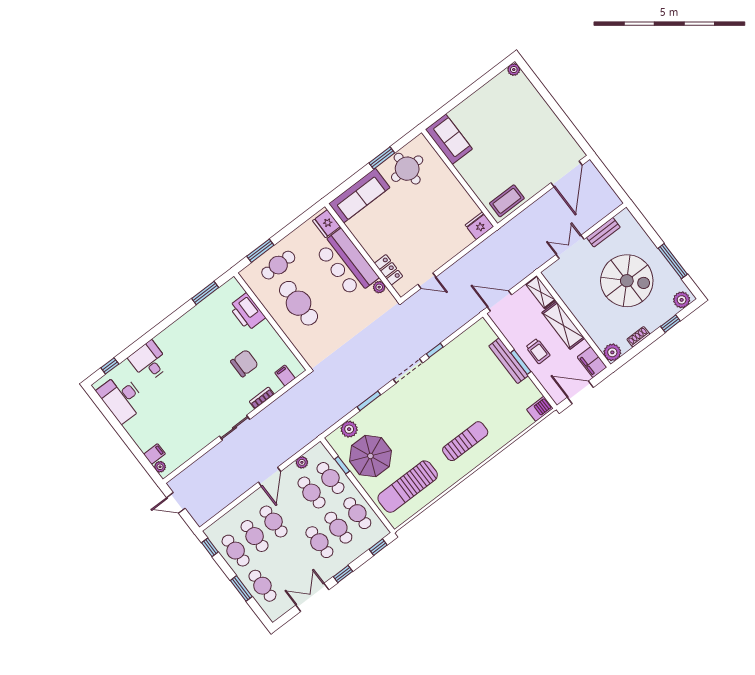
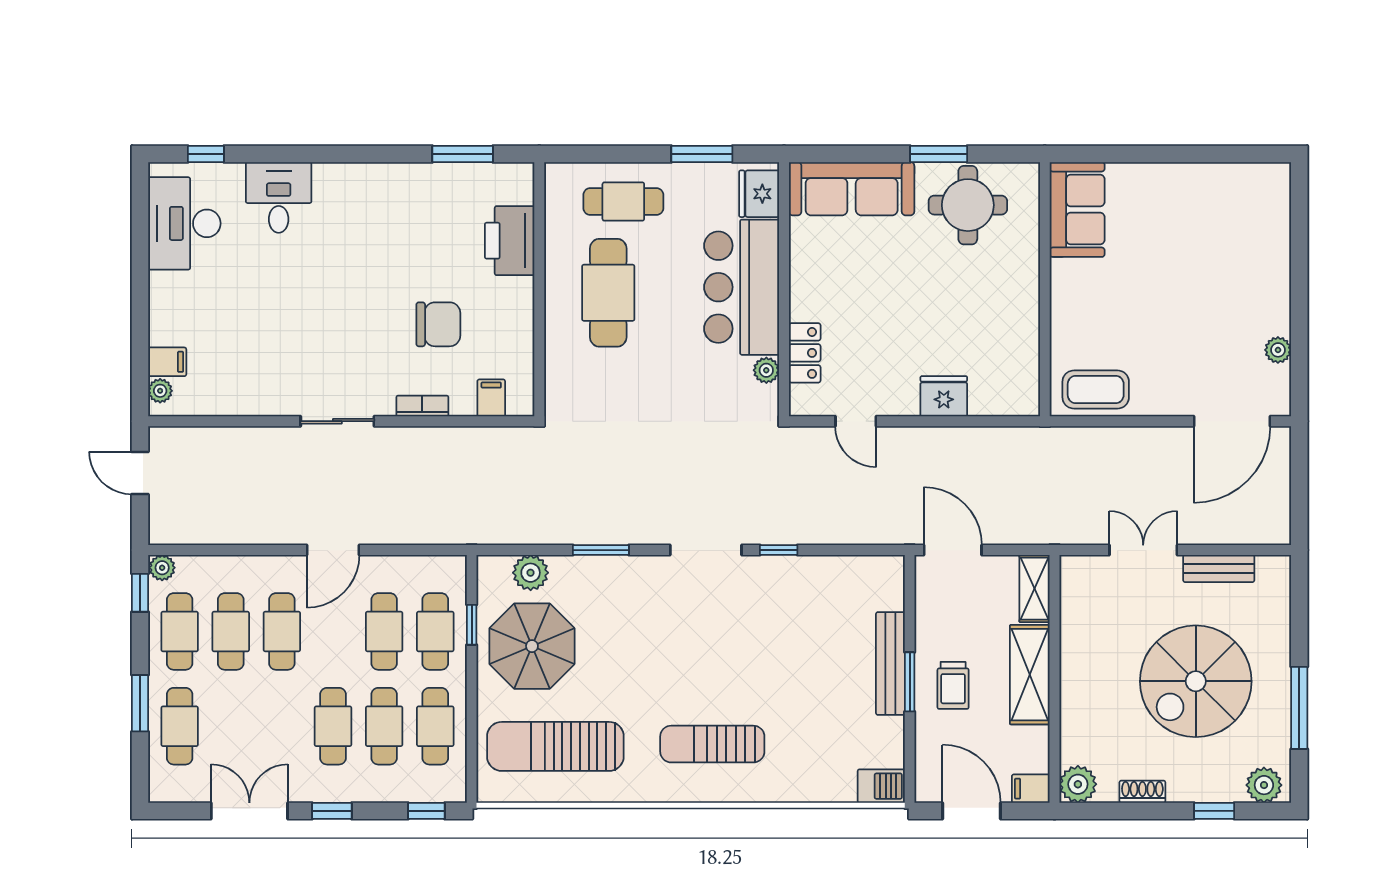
plant: (514, 70) -> (1278, 350), moved
fridge: (479, 226) -> (944, 396), moved
window: (260, 251) -> (702, 154), moved
spiral stairs: (627, 281) -> (1196, 681), turned 90
filing cabinet: (592, 362) -> (1031, 789), width x0.50
sun lounger: (465, 441) -> (712, 744), turned 180
plant: (302, 462) -> (162, 568), moved

